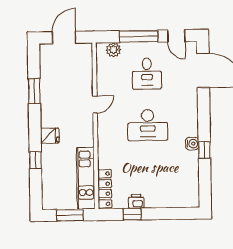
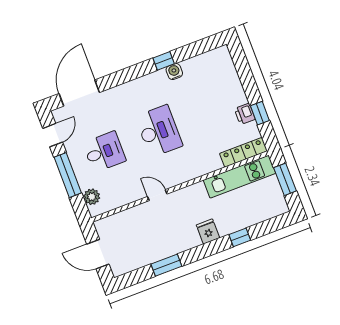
water cooler: (192, 144) -> (174, 72), moved

